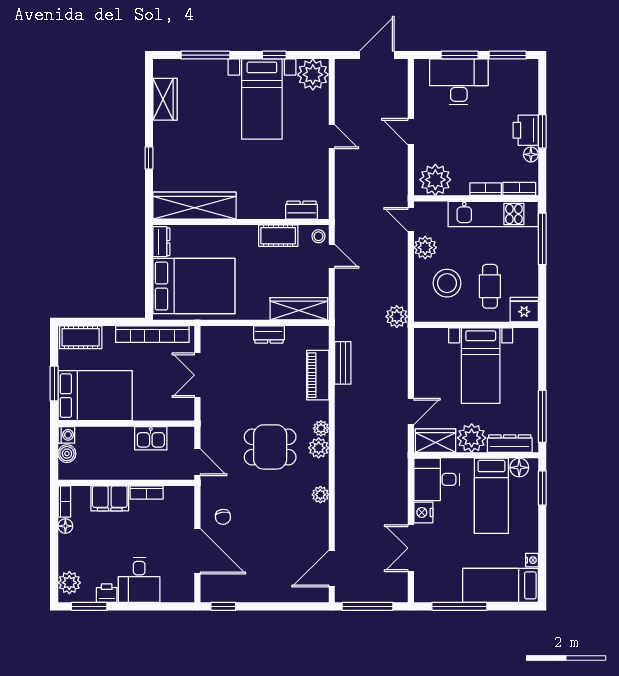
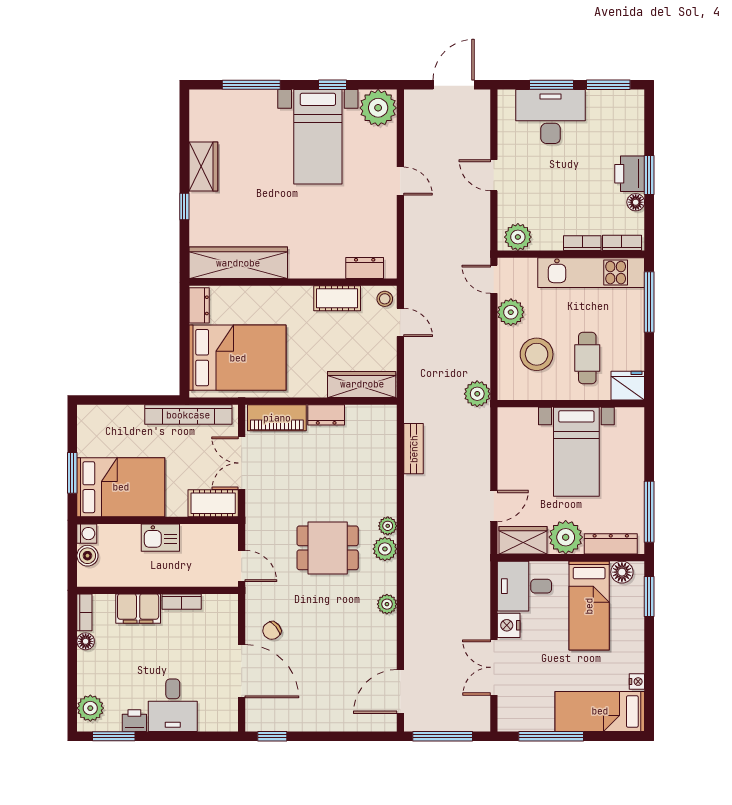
wardrobe: (165, 99) -> (203, 166), moved
plant: (435, 180) -> (518, 237), width x0.73, depth x0.73
cot: (81, 337) -> (213, 503), moved
piano: (318, 375) -> (277, 418), moved, turned -90
kitchen sink: (151, 438) -> (160, 538), moved
chair: (223, 517) -> (272, 630), turned 58

